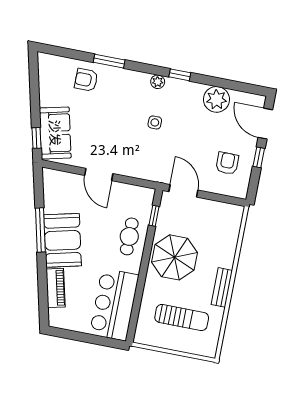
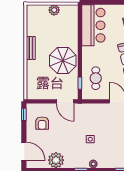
window: (259, 157) -> (24, 114), moved
cafe table: (129, 236) -> (96, 78), moved
sun lounger: (182, 317) -> (51, 25), removed
plant: (172, 341) -> (54, 10), added

